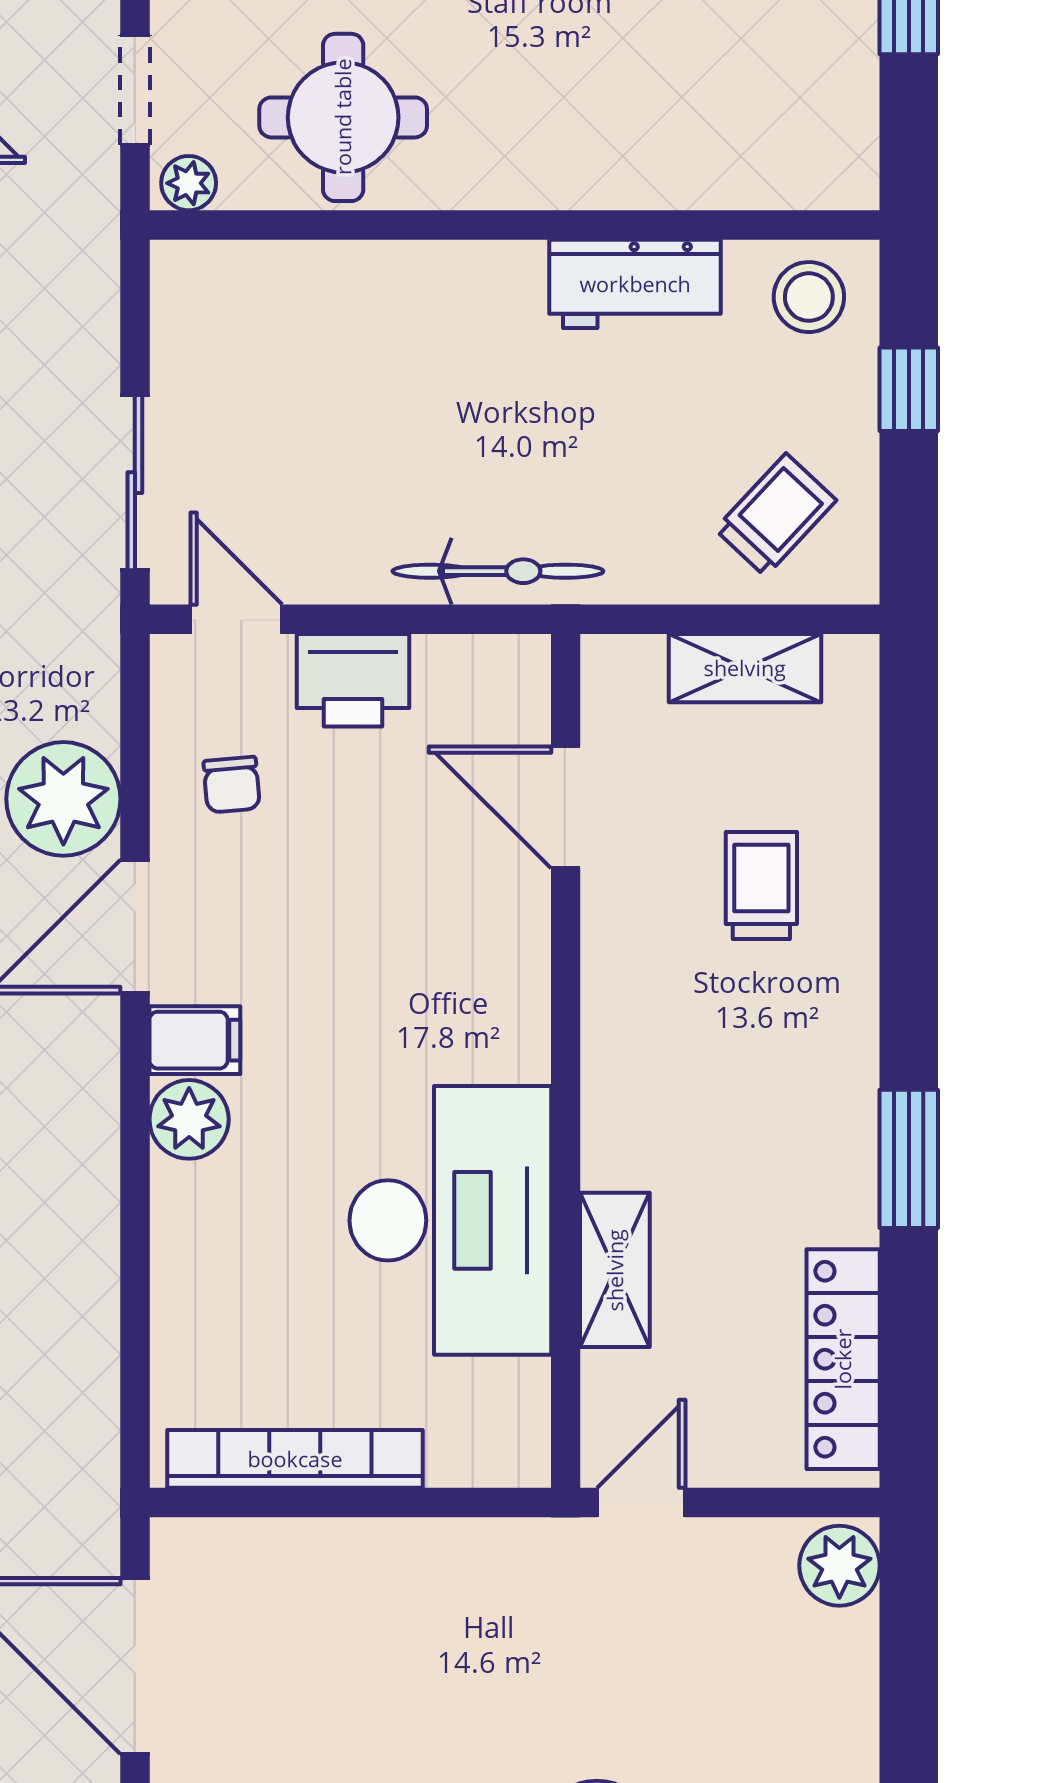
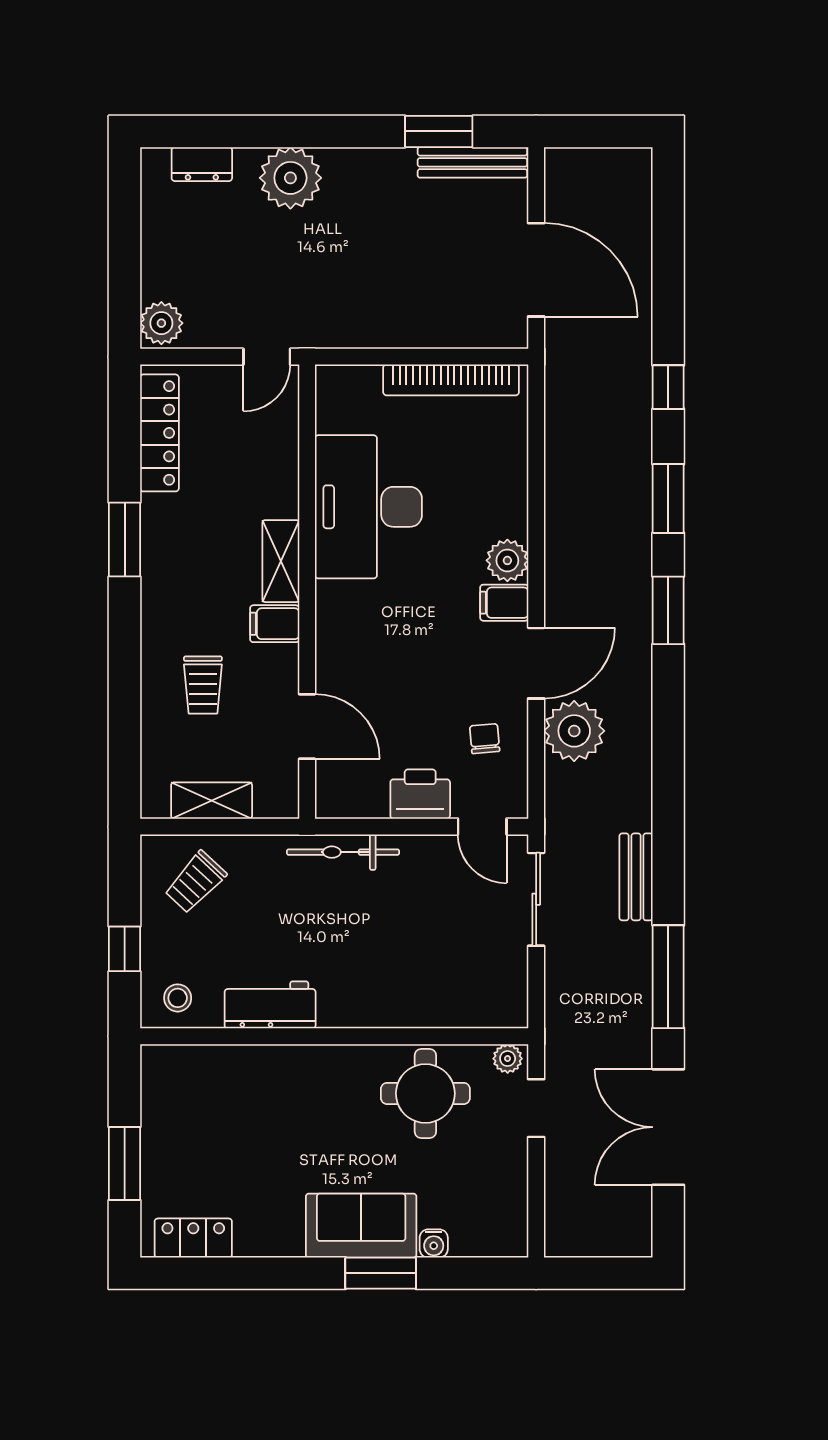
stool: (809, 297) -> (178, 998), width x0.73, depth x0.73
filing cabinet: (627, 1001) -> (275, 624), added
shelving: (615, 1270) -> (281, 561), moved

